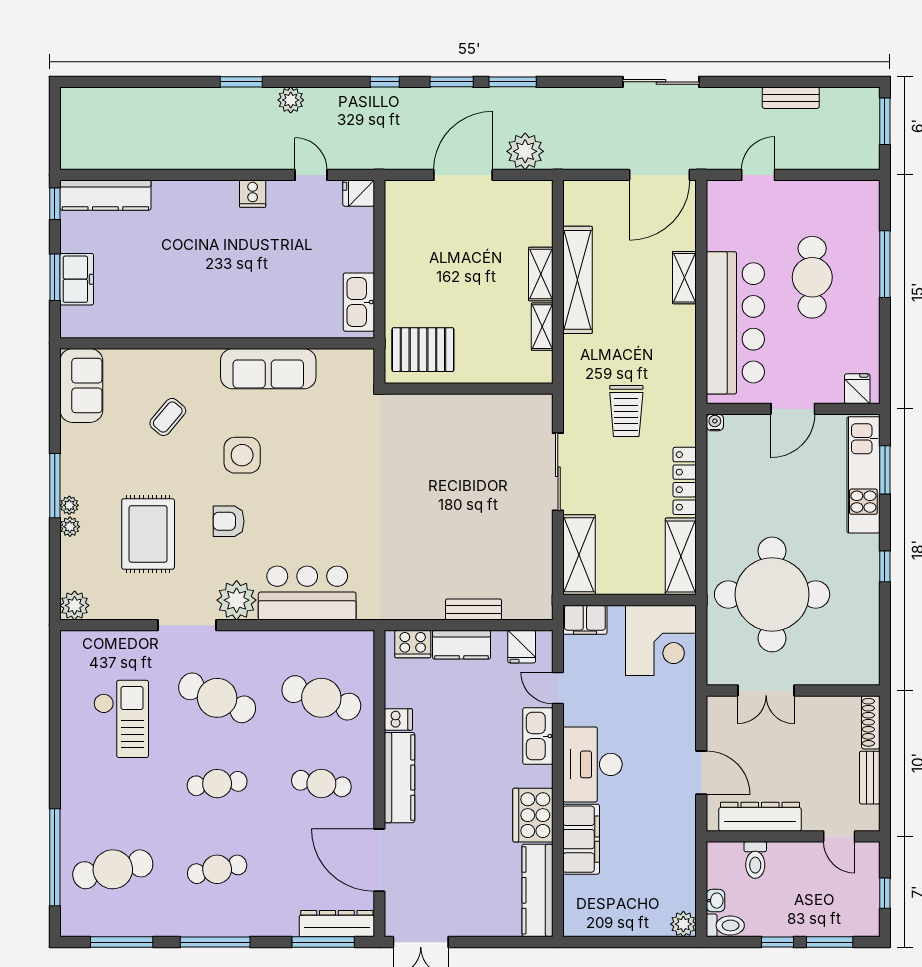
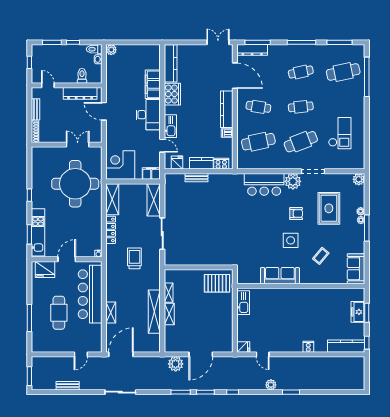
cooker: (253, 194) -> (308, 347), moved
fridge: (857, 389) -> (45, 269), width x1.88, depth x1.34
cafe table: (217, 698) -> (301, 142), turned -45
cafe table: (321, 698) -> (258, 142), turned -30
checkout: (121, 719) -> (340, 133), turned 180

